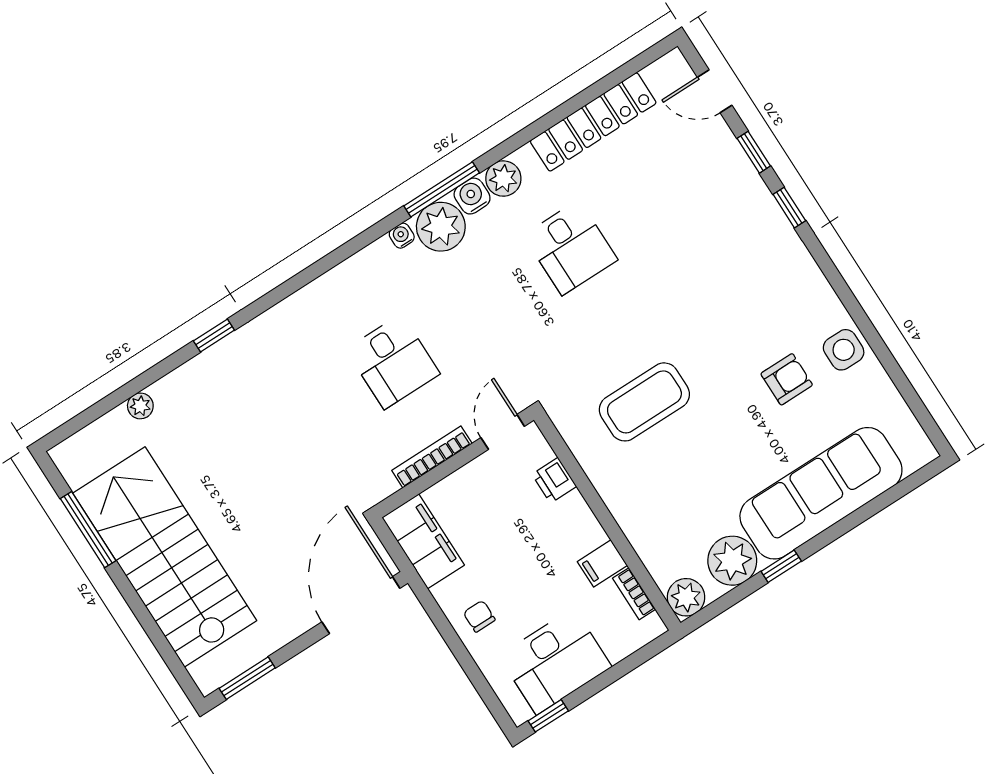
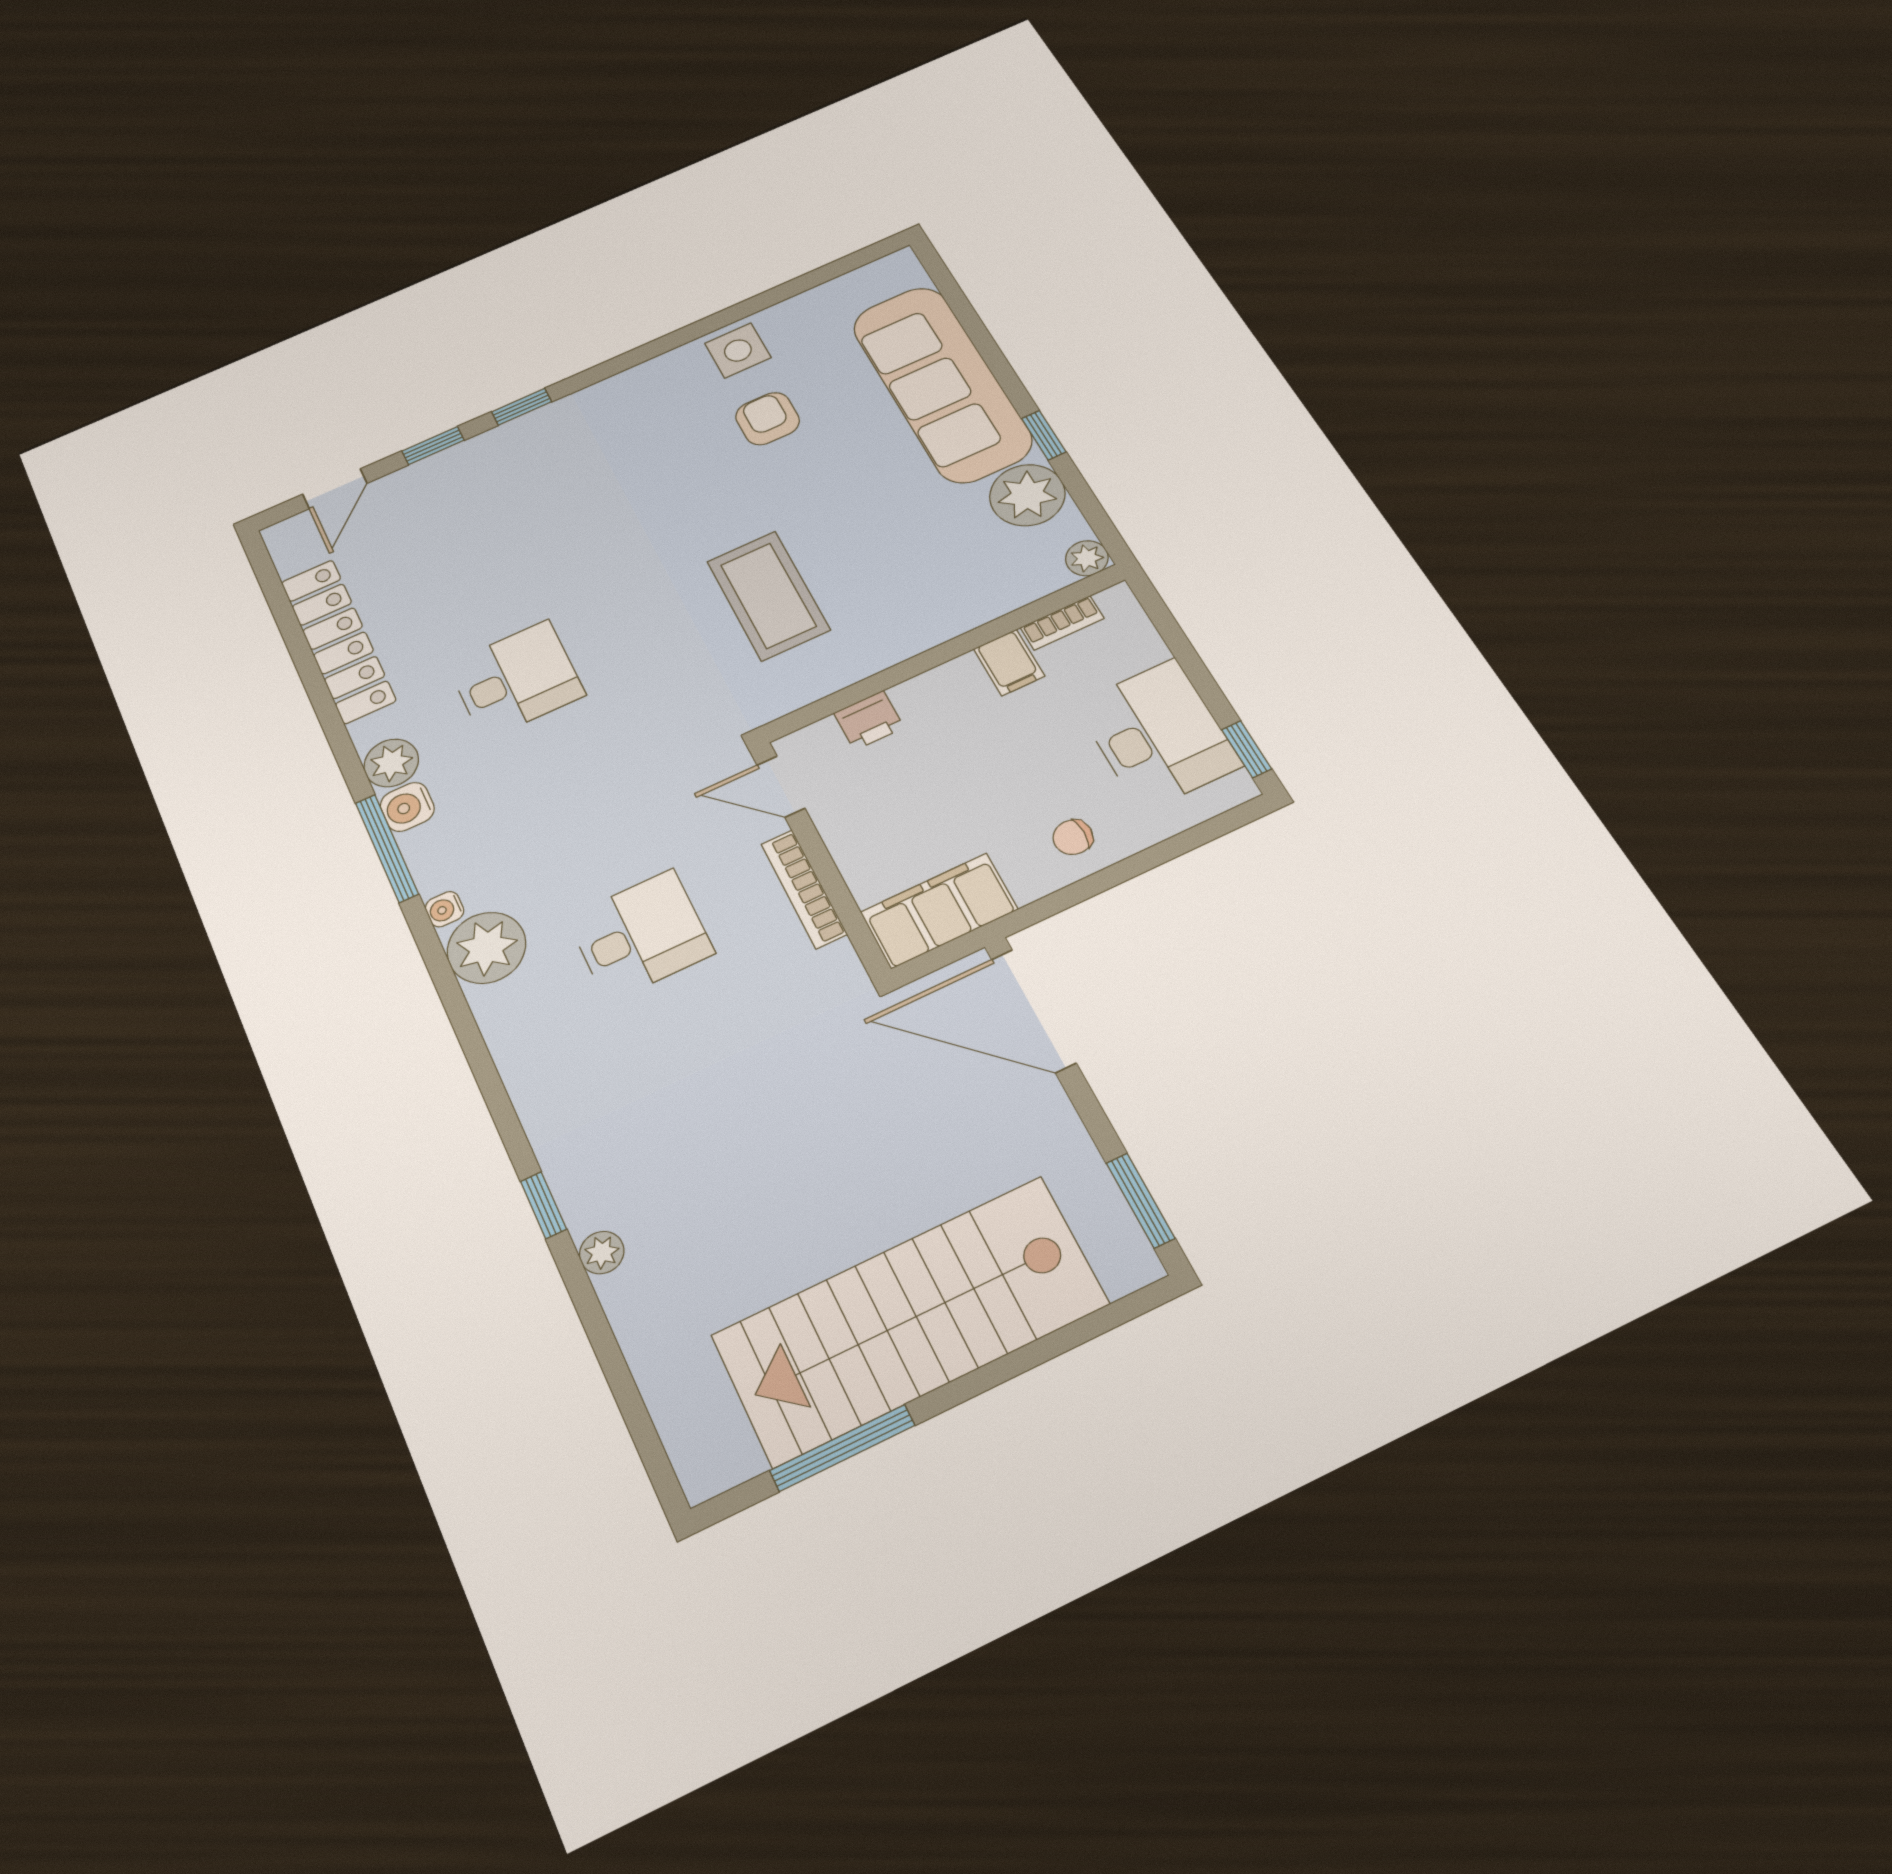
plant: (441, 227) -> (486, 948), moved
plant: (140, 406) -> (602, 1253), moved
plant: (686, 597) -> (1087, 558), width x0.73, depth x0.73

